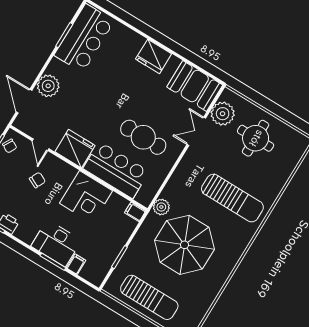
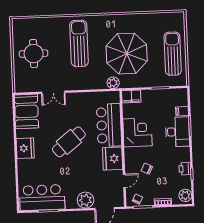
plant: (223, 114) -> (32, 83), removed
cafe table: (143, 137) -> (69, 142), moved, turned 52
filing cabinet: (135, 212) -> (131, 96), width x2.00

